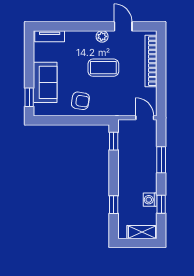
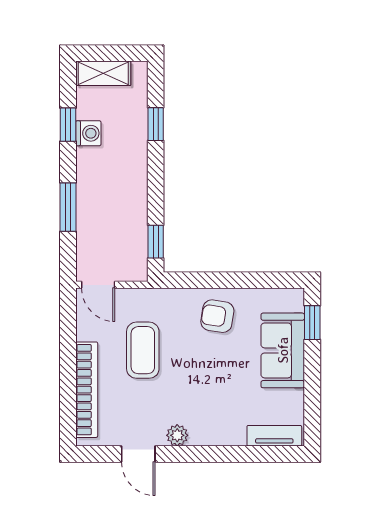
coffee table: (103, 68) -> (143, 350), moved, turned 90

